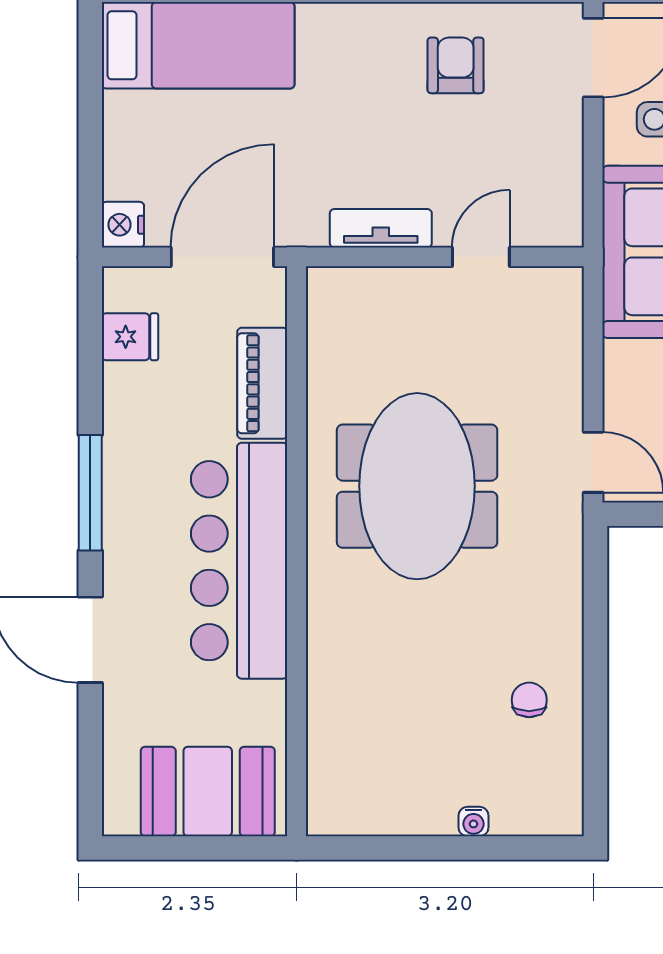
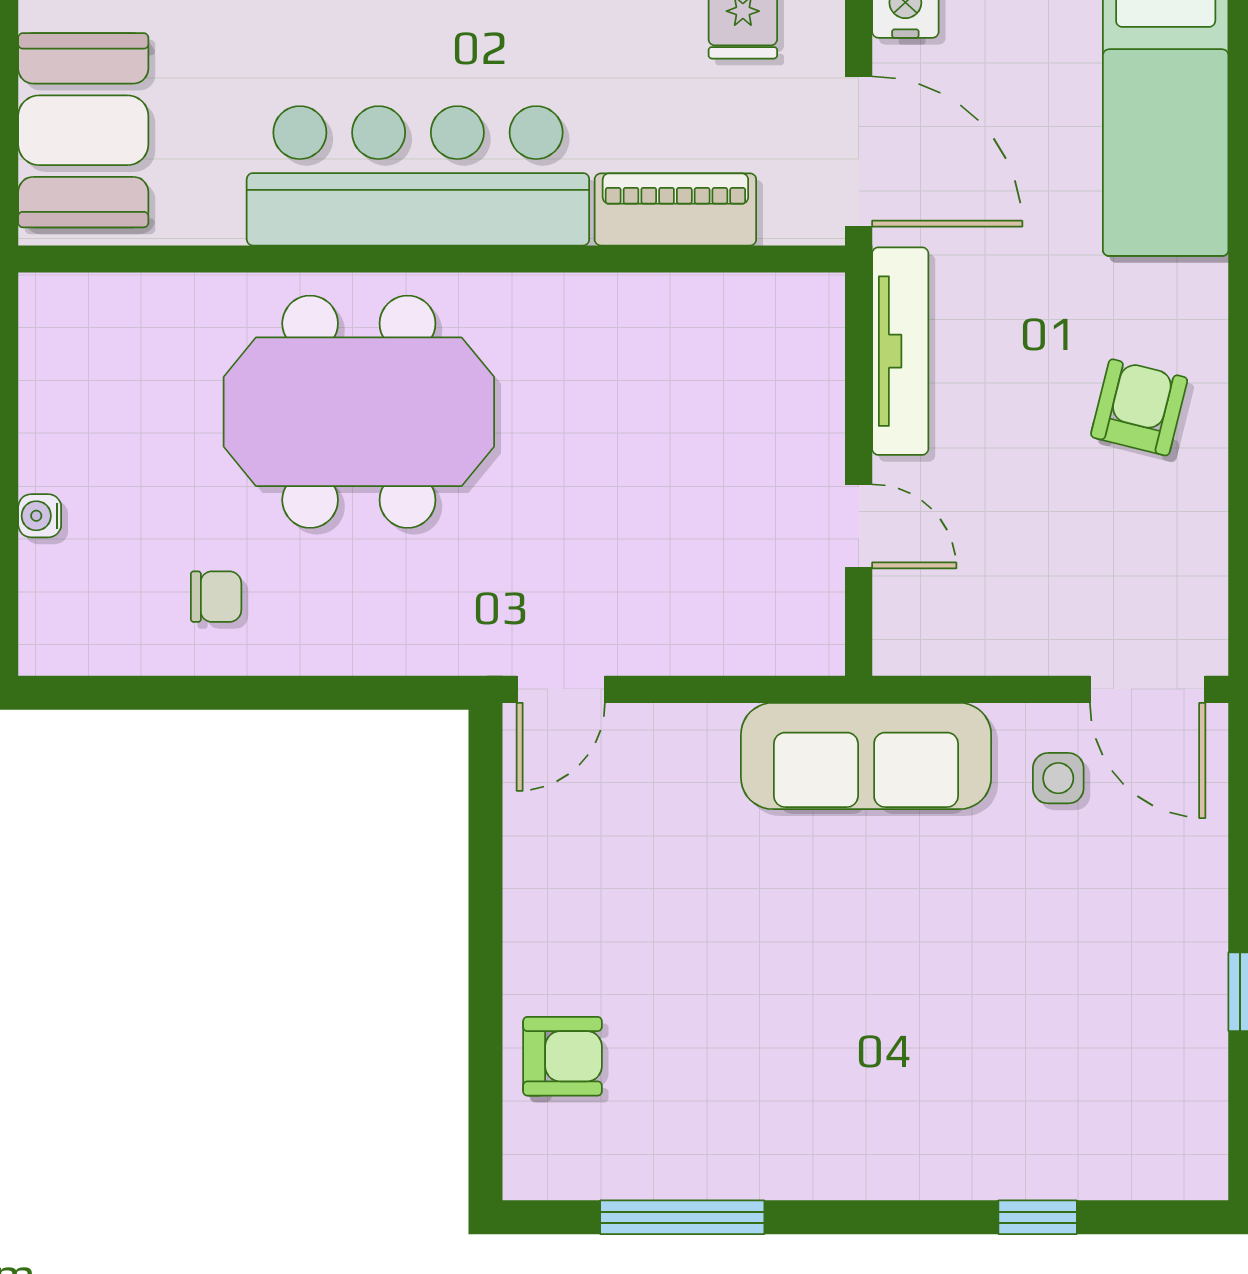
armchair: (456, 65) -> (1139, 407), moved, turned -76
tv unit: (381, 228) -> (900, 351), width x1.41
meeting table: (417, 486) -> (359, 412), moved

